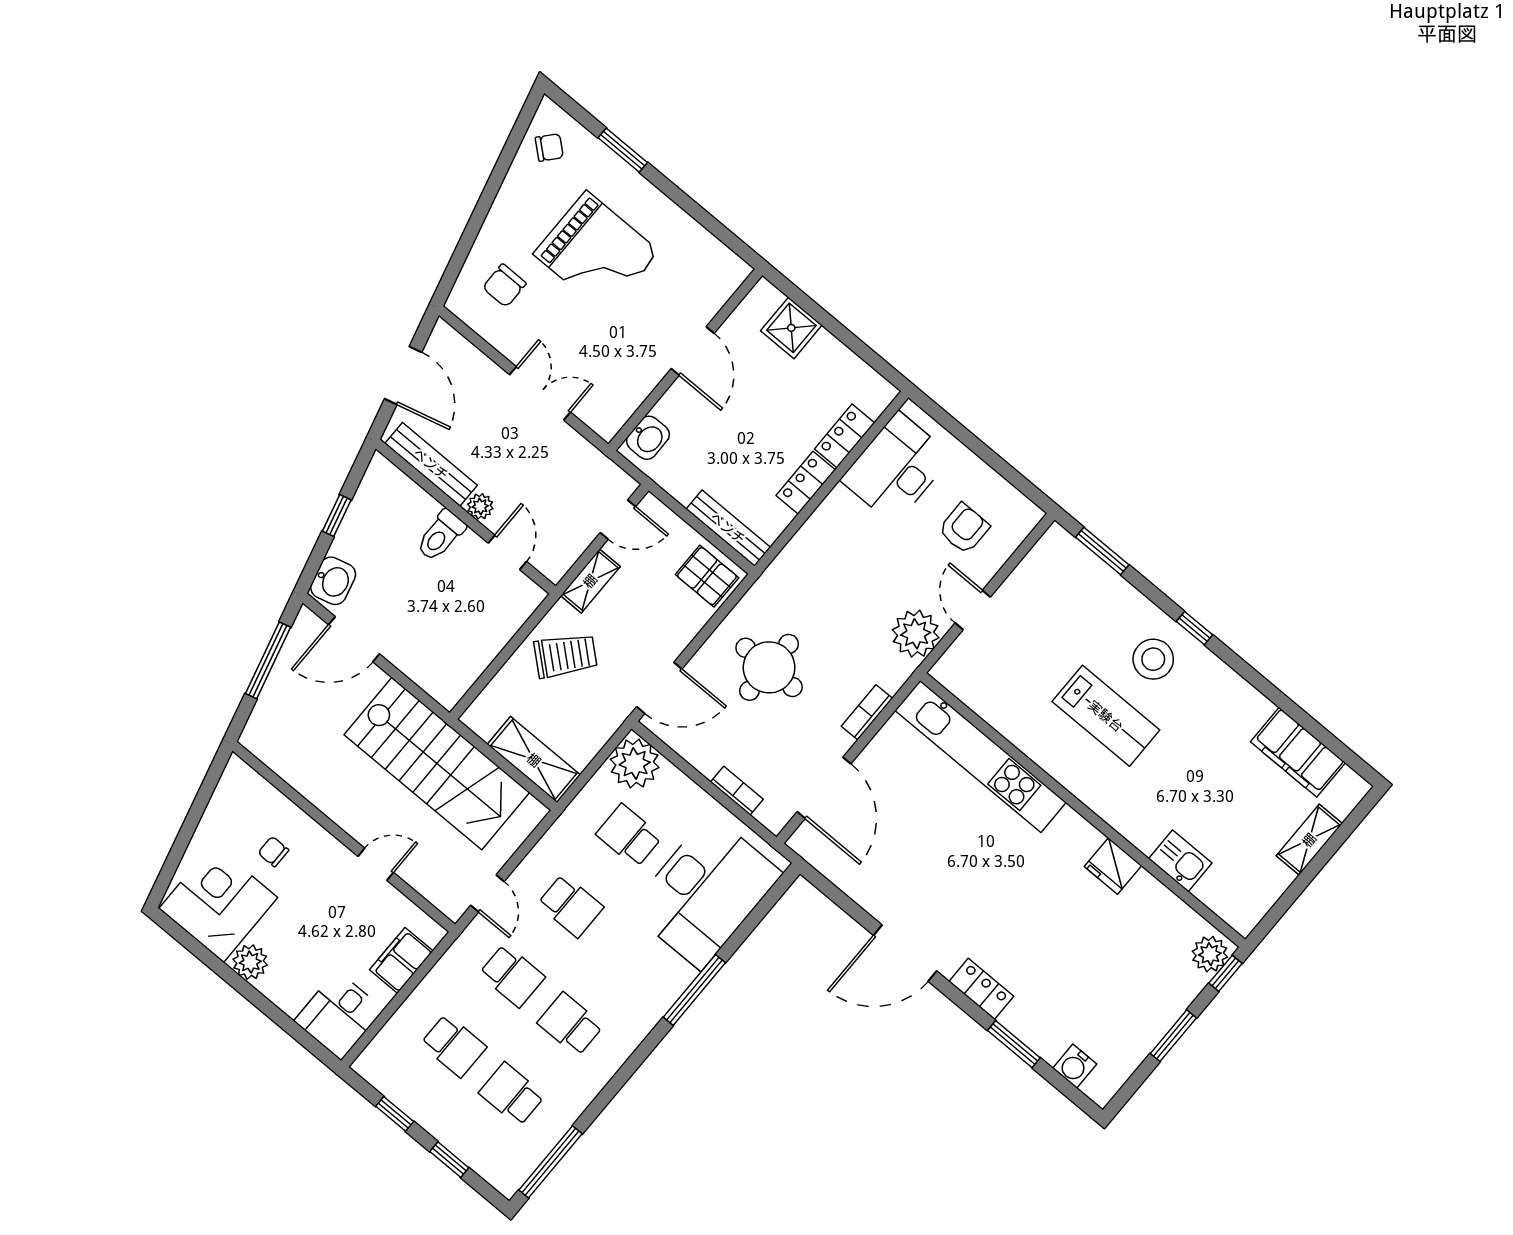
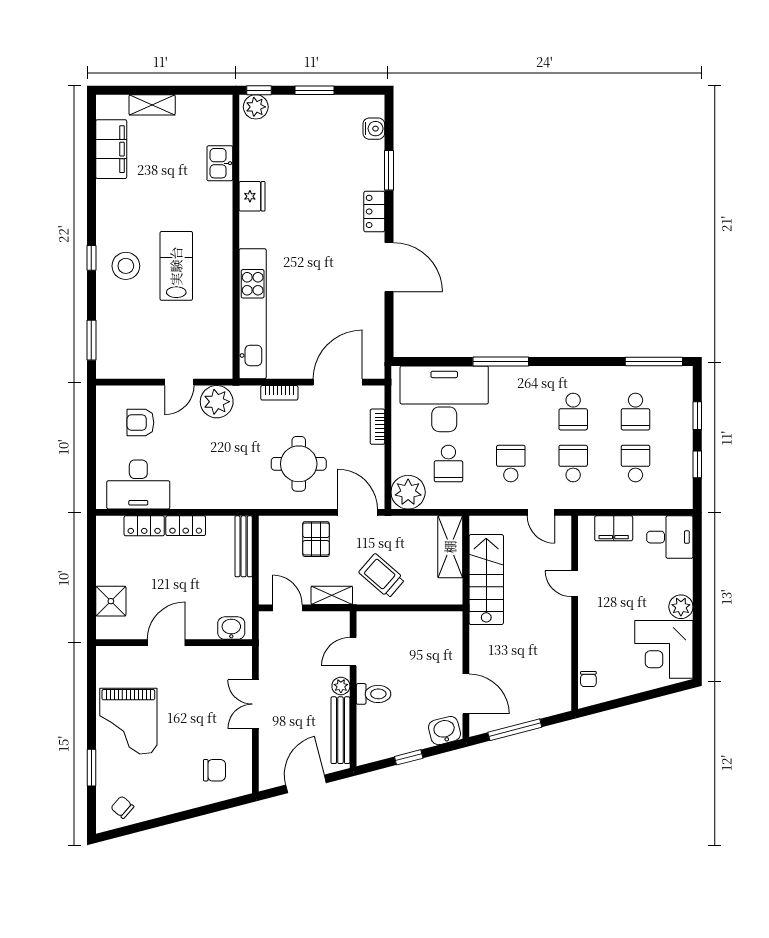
grand piano: (596, 253) -> (128, 721), moved, turned 180
pallet: (707, 576) -> (316, 539), moved
stairs: (437, 764) -> (486, 580), width x0.73, depth x0.66
chair: (273, 852) -> (588, 679), moved
door: (487, 893) -> (541, 512), swing flipped

